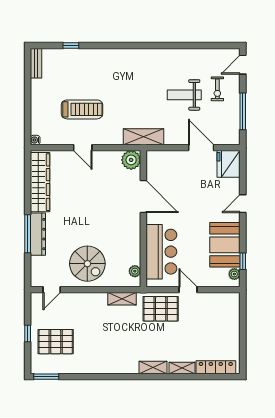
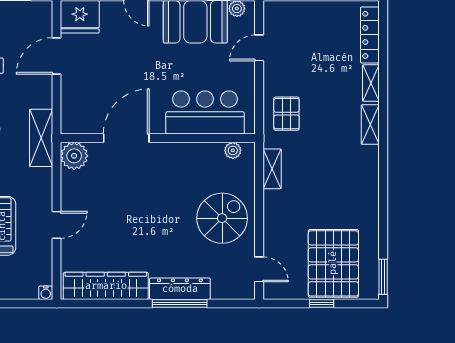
door: (188, 290) -> (259, 48), moved
pallet: (161, 309) -> (286, 114), width x0.67, depth x0.71
pallet: (56, 342) -> (333, 263), width x1.37, depth x1.41

